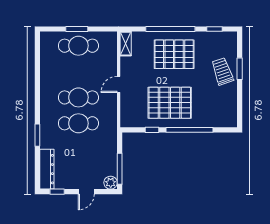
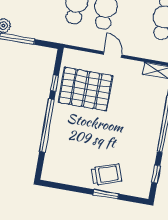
pallet: (174, 54) -> (136, 123), removed
pallet: (170, 103) -> (86, 89), moved, turned 90

